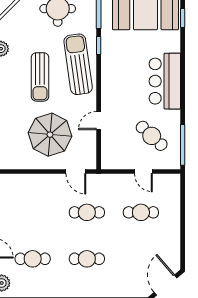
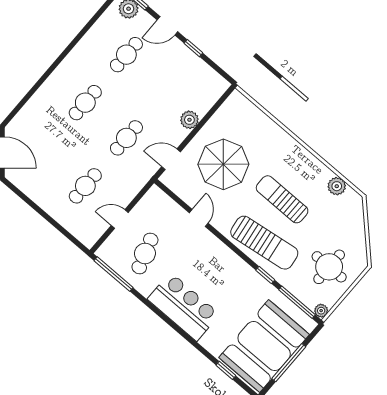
cafe table: (152, 136) -> (145, 253), turned -61
plant: (40, 181) -> (189, 120), added

